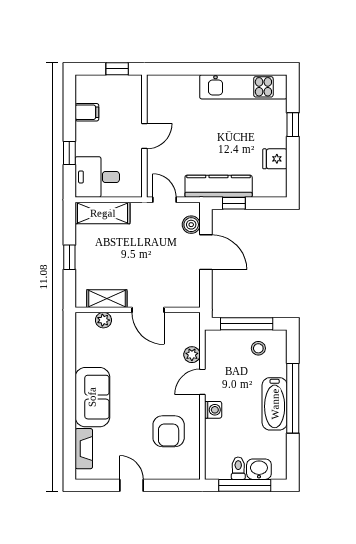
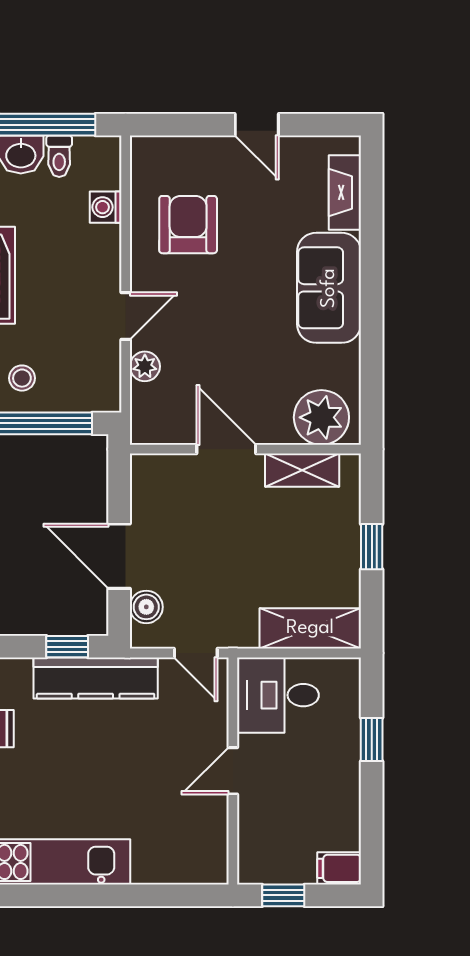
filing cabinet: (87, 112) -> (339, 868), moved
desk: (97, 177) -> (278, 695), moved, turned 180
plant: (103, 320) -> (321, 417), width x1.87, depth x1.87
washing machine: (213, 410) -> (106, 207), moved

